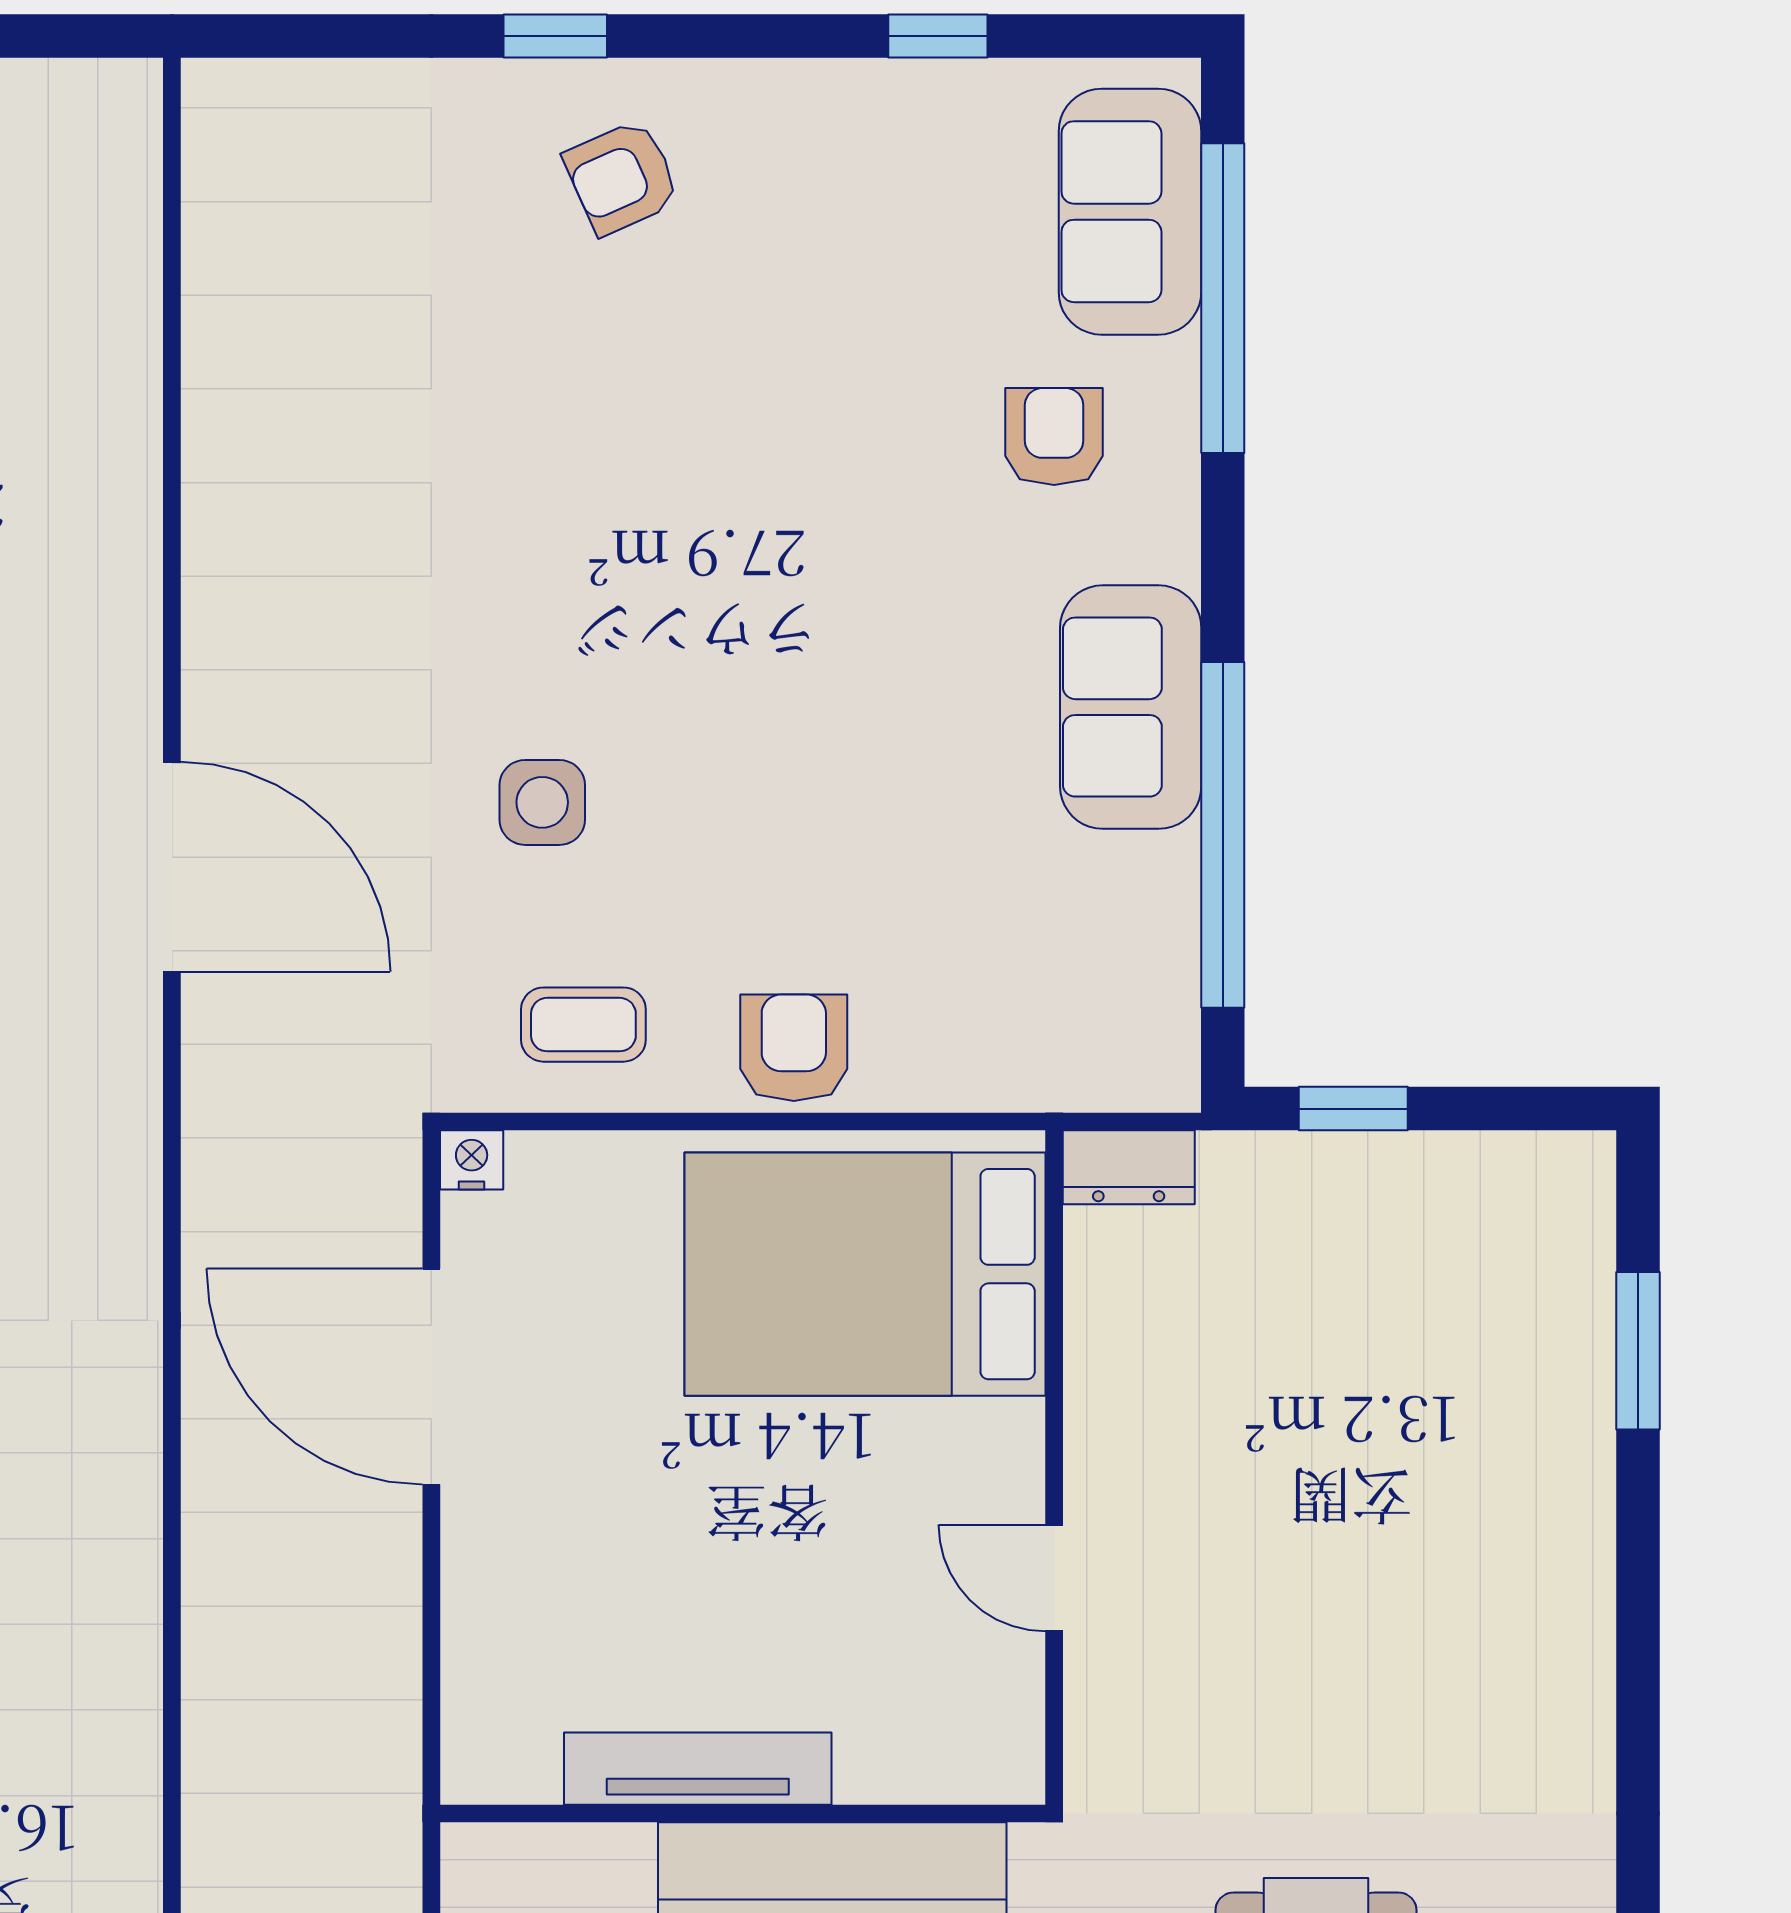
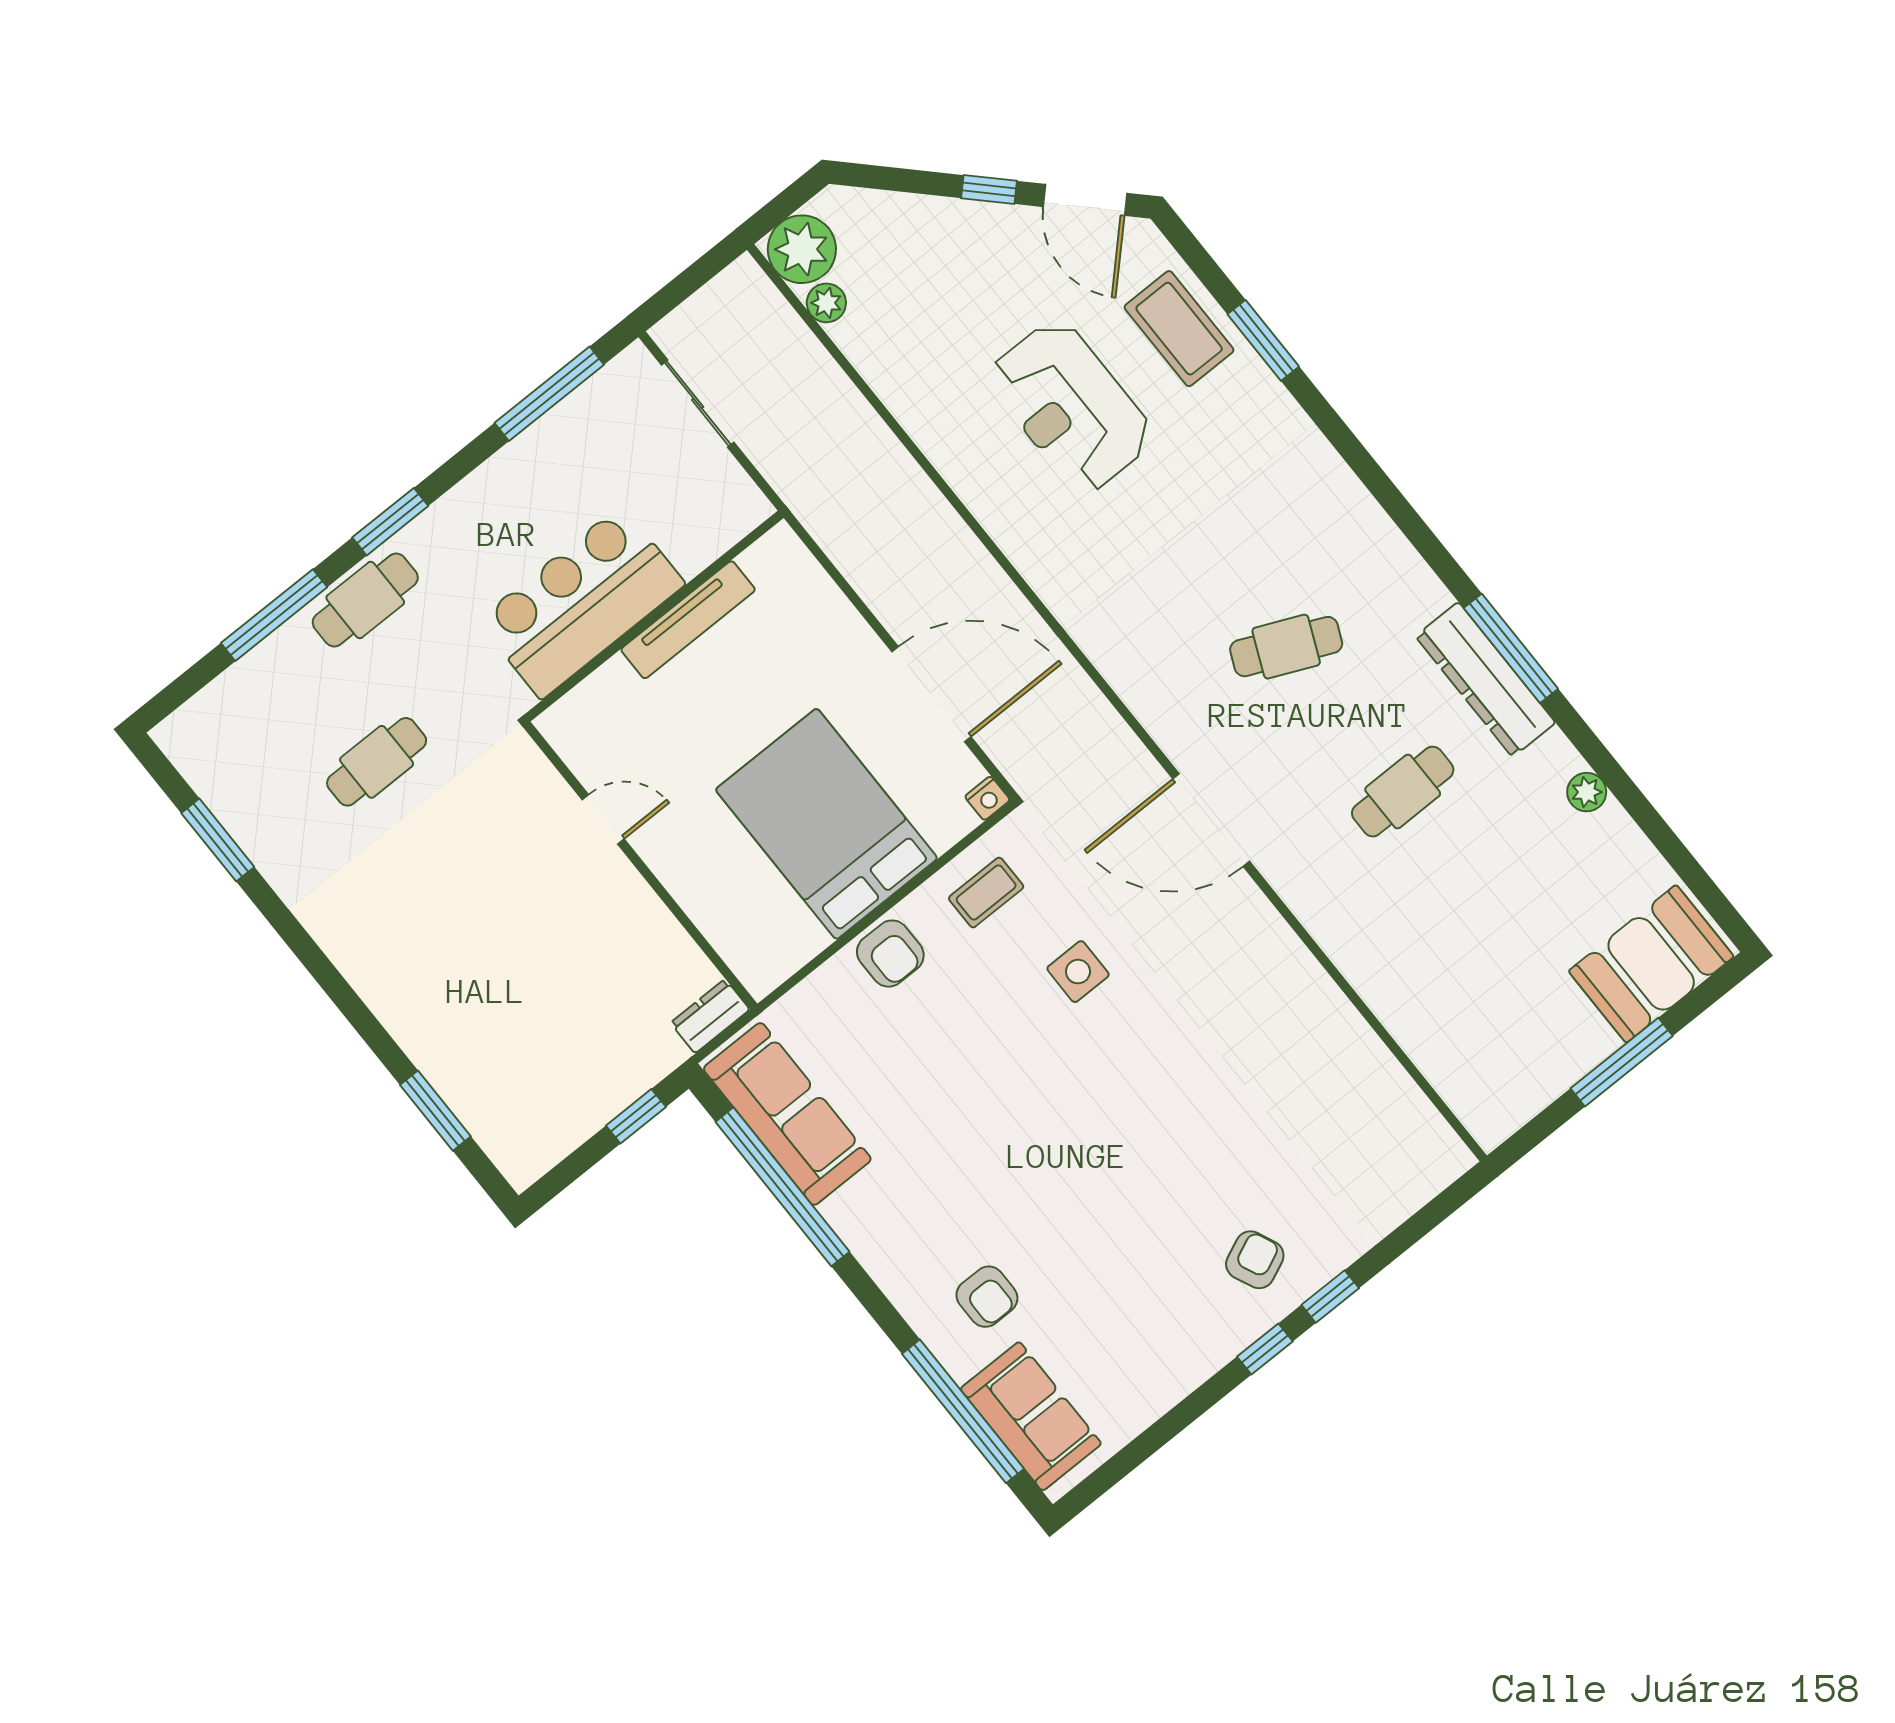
window: (938, 36) -> (1265, 1349), moved
sofa: (1131, 707) -> (787, 1114), moved, width x1.36
bed: (865, 1274) -> (826, 824), moved, turned -90

